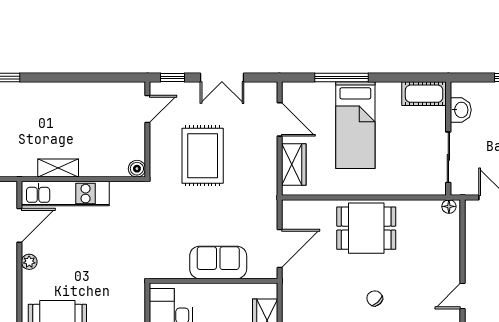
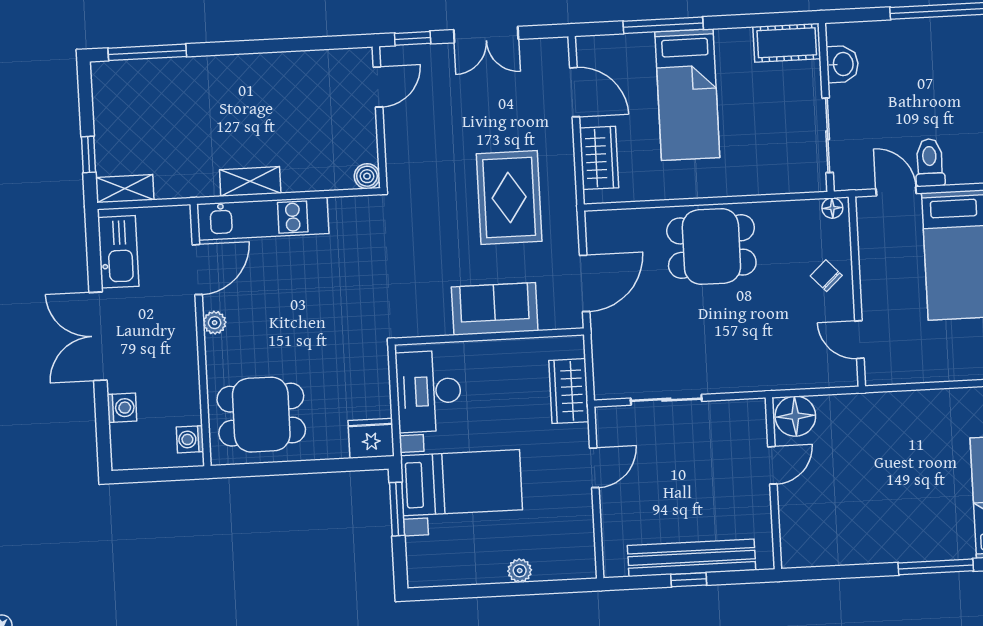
rug: (203, 156) -> (509, 197), moved
door: (463, 296) -> (859, 340), hinge flipped
chair: (375, 298) -> (826, 276), moved

